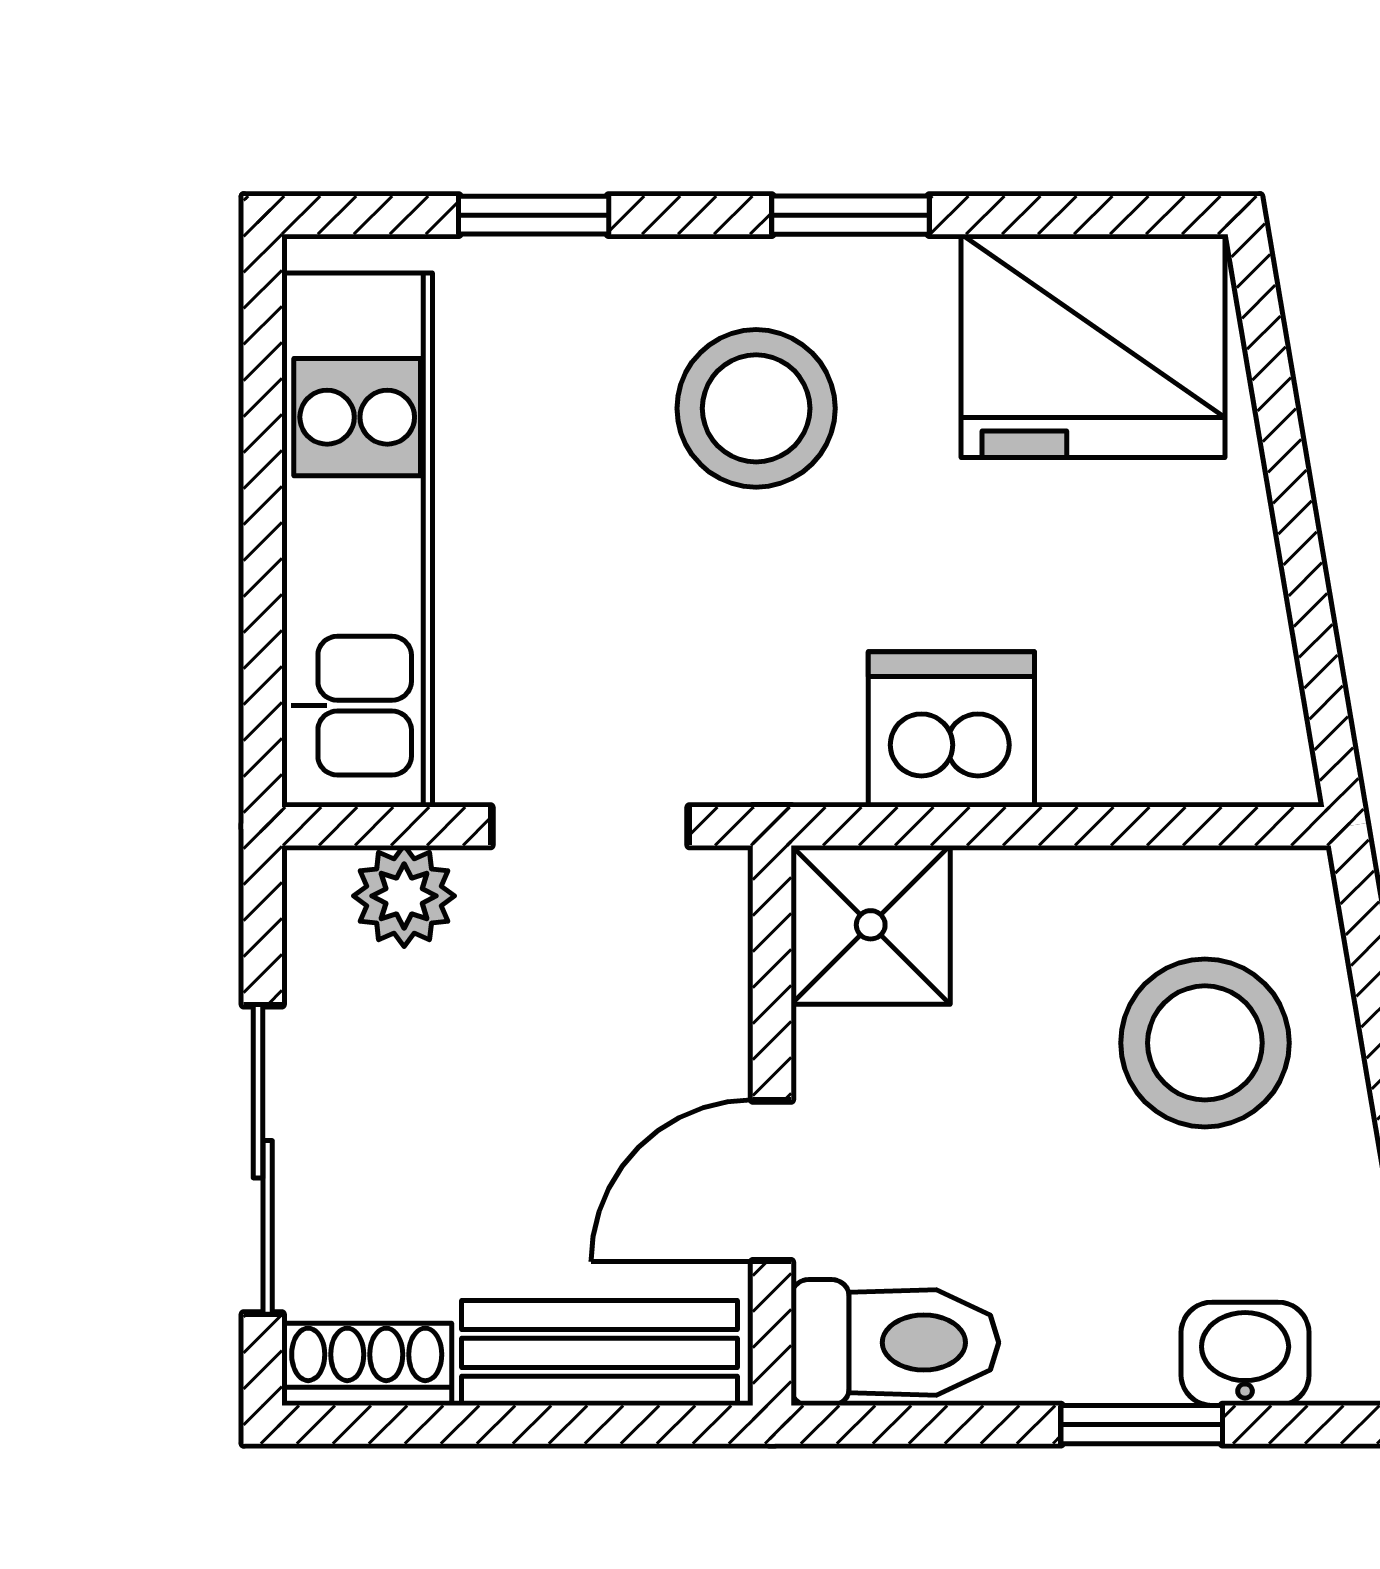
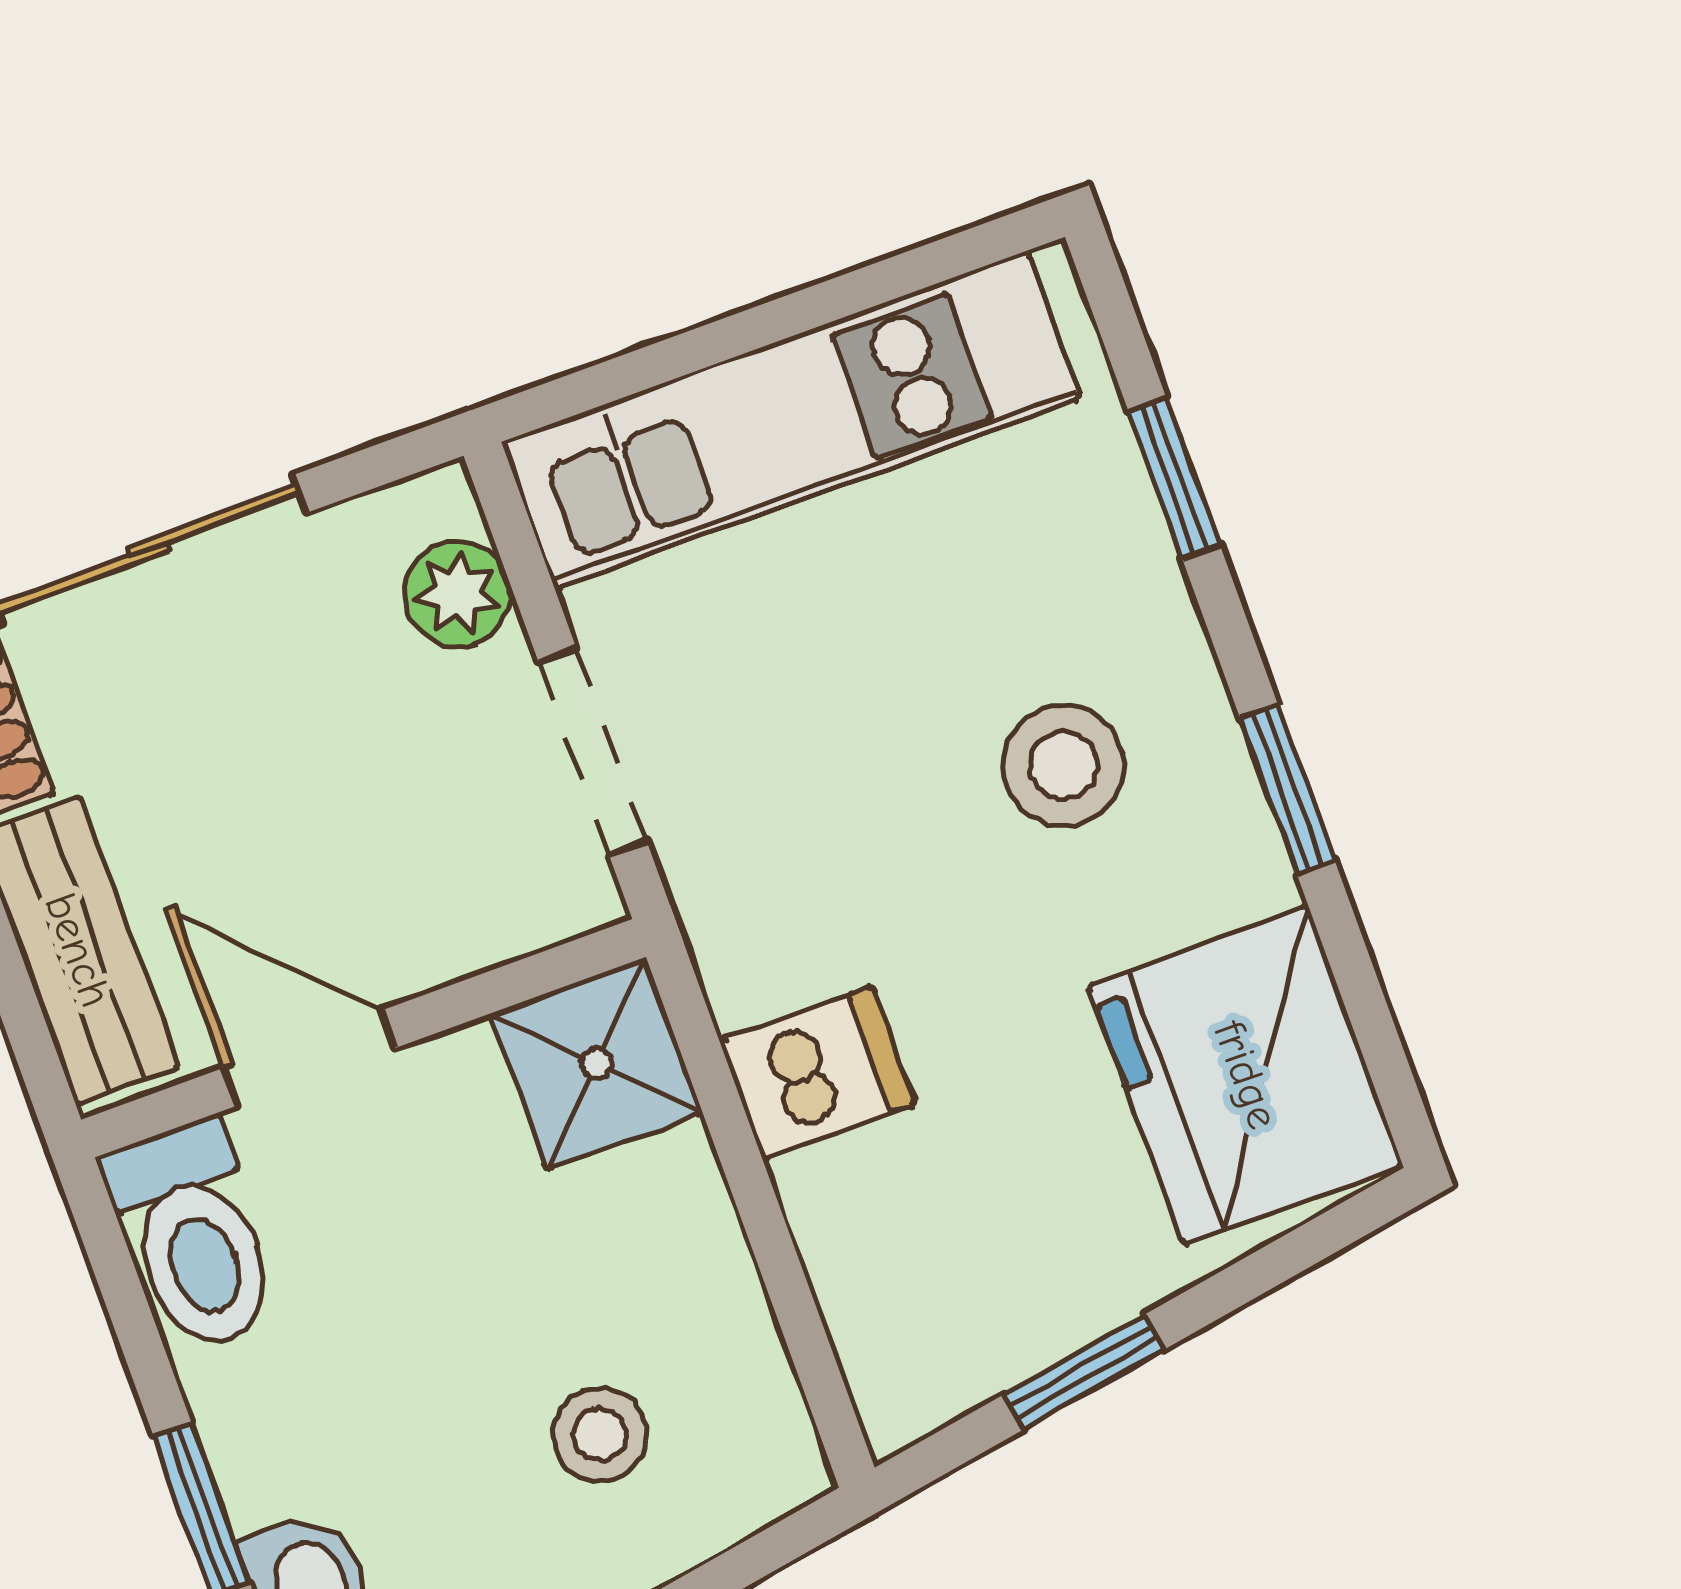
stool: (756, 408) -> (1063, 766), width x0.73, depth x0.73
window: (1307, 588) -> (1084, 1372), added
dishwasher: (951, 729) -> (817, 1073), width x0.73
stool: (1205, 1043) -> (600, 1435), width x0.53, depth x0.53

